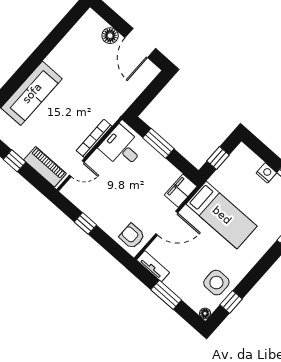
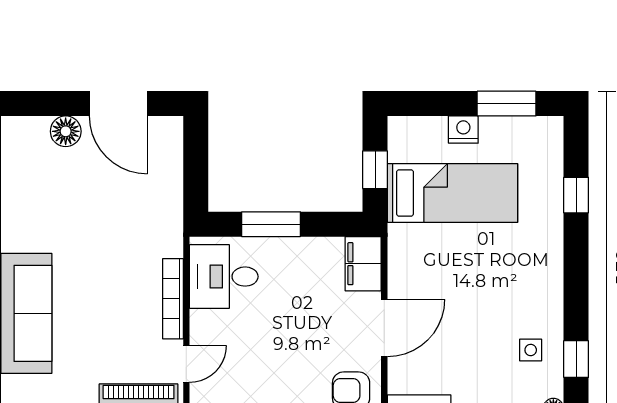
bed: (222, 215) -> (453, 193), moved
side table: (216, 283) -> (531, 350), width x0.54, depth x0.54

